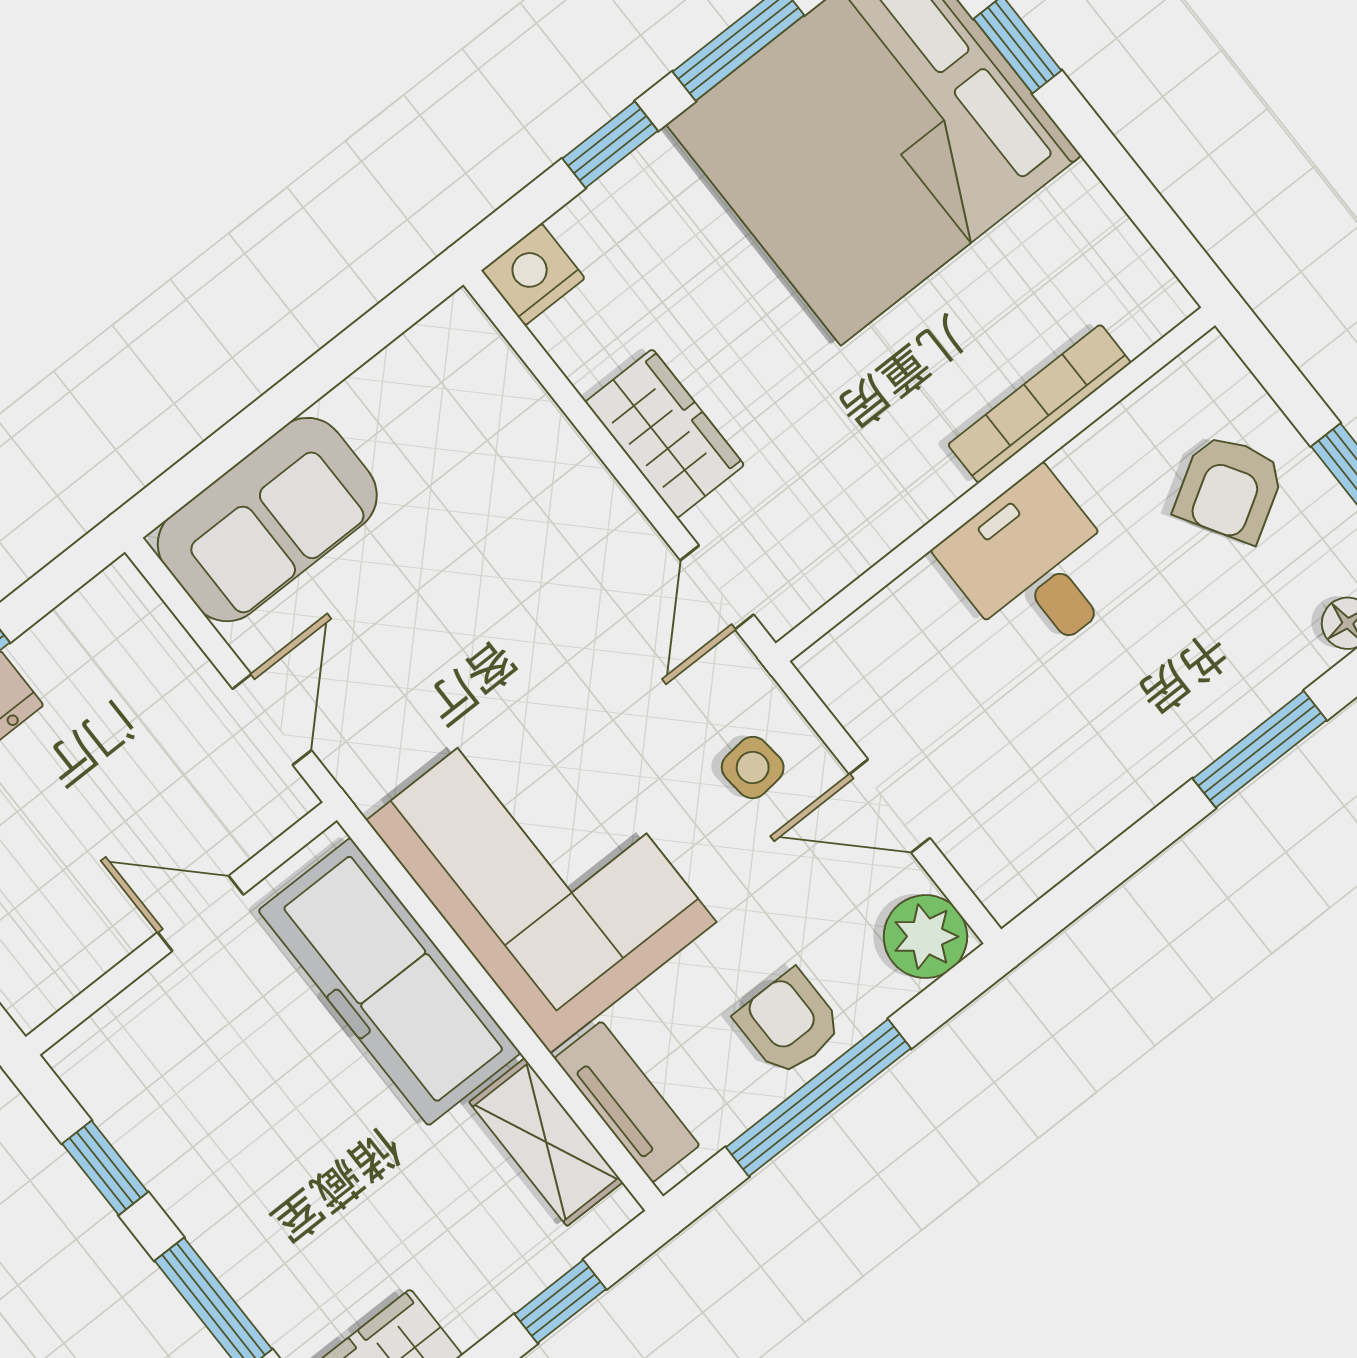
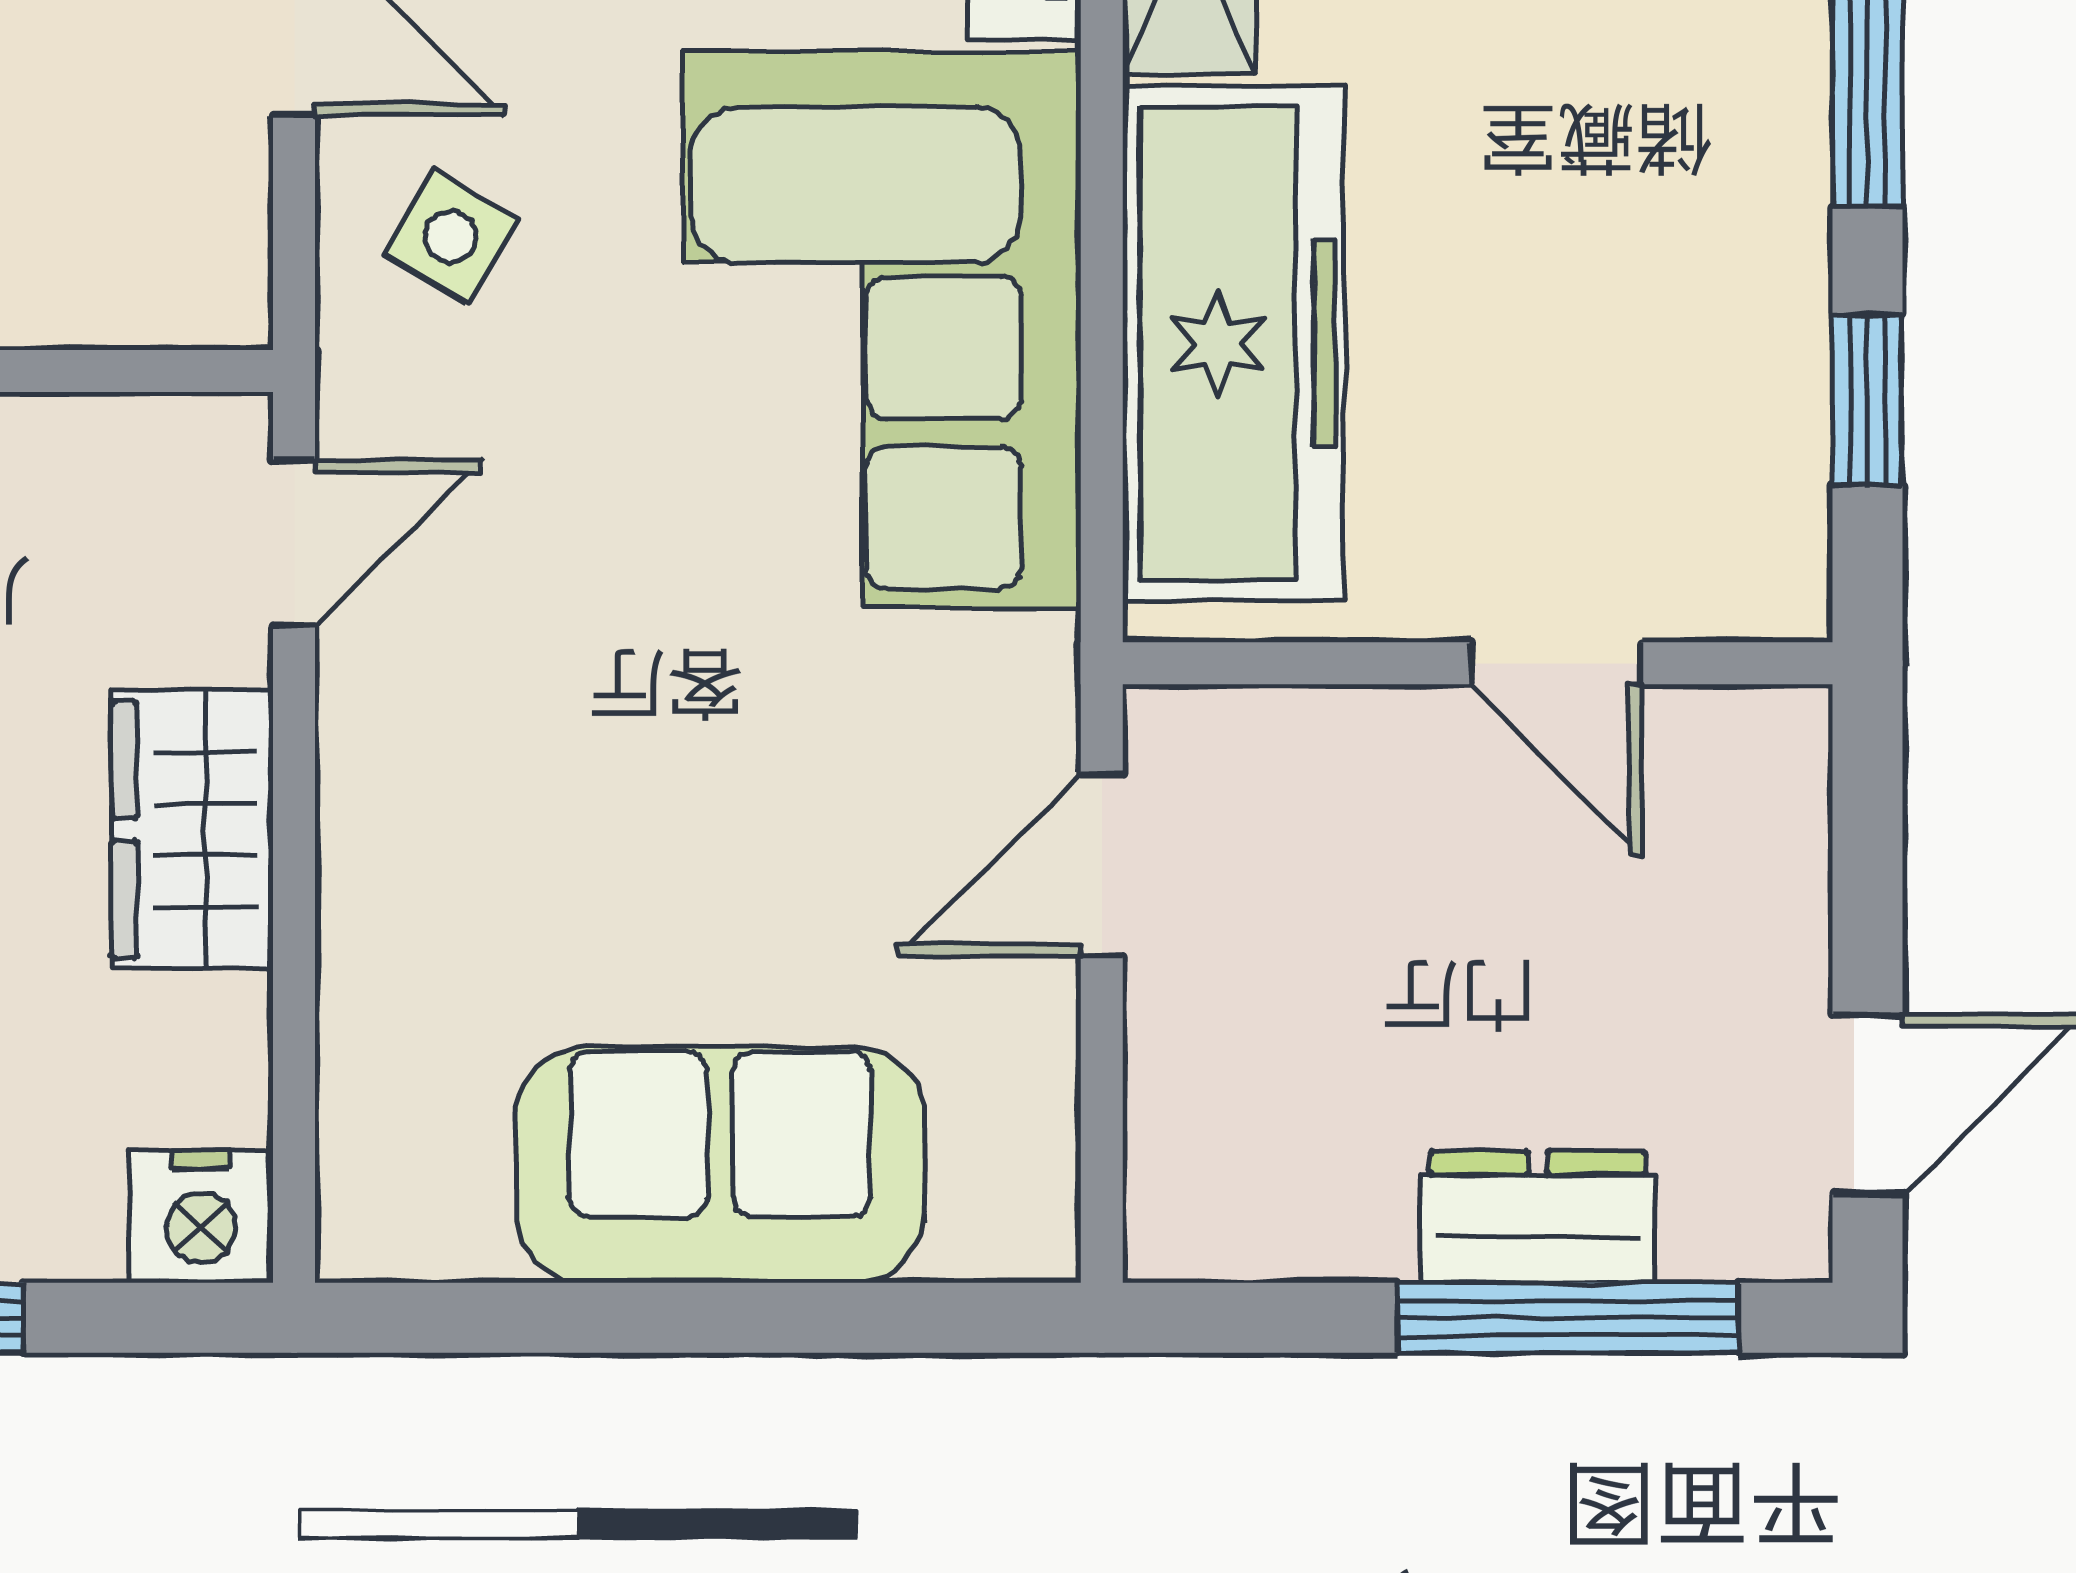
sofa: (267, 520) -> (720, 1165), moved
side table: (753, 768) -> (451, 237), turned 37
door: (201, 913) -> (1555, 663), moved

